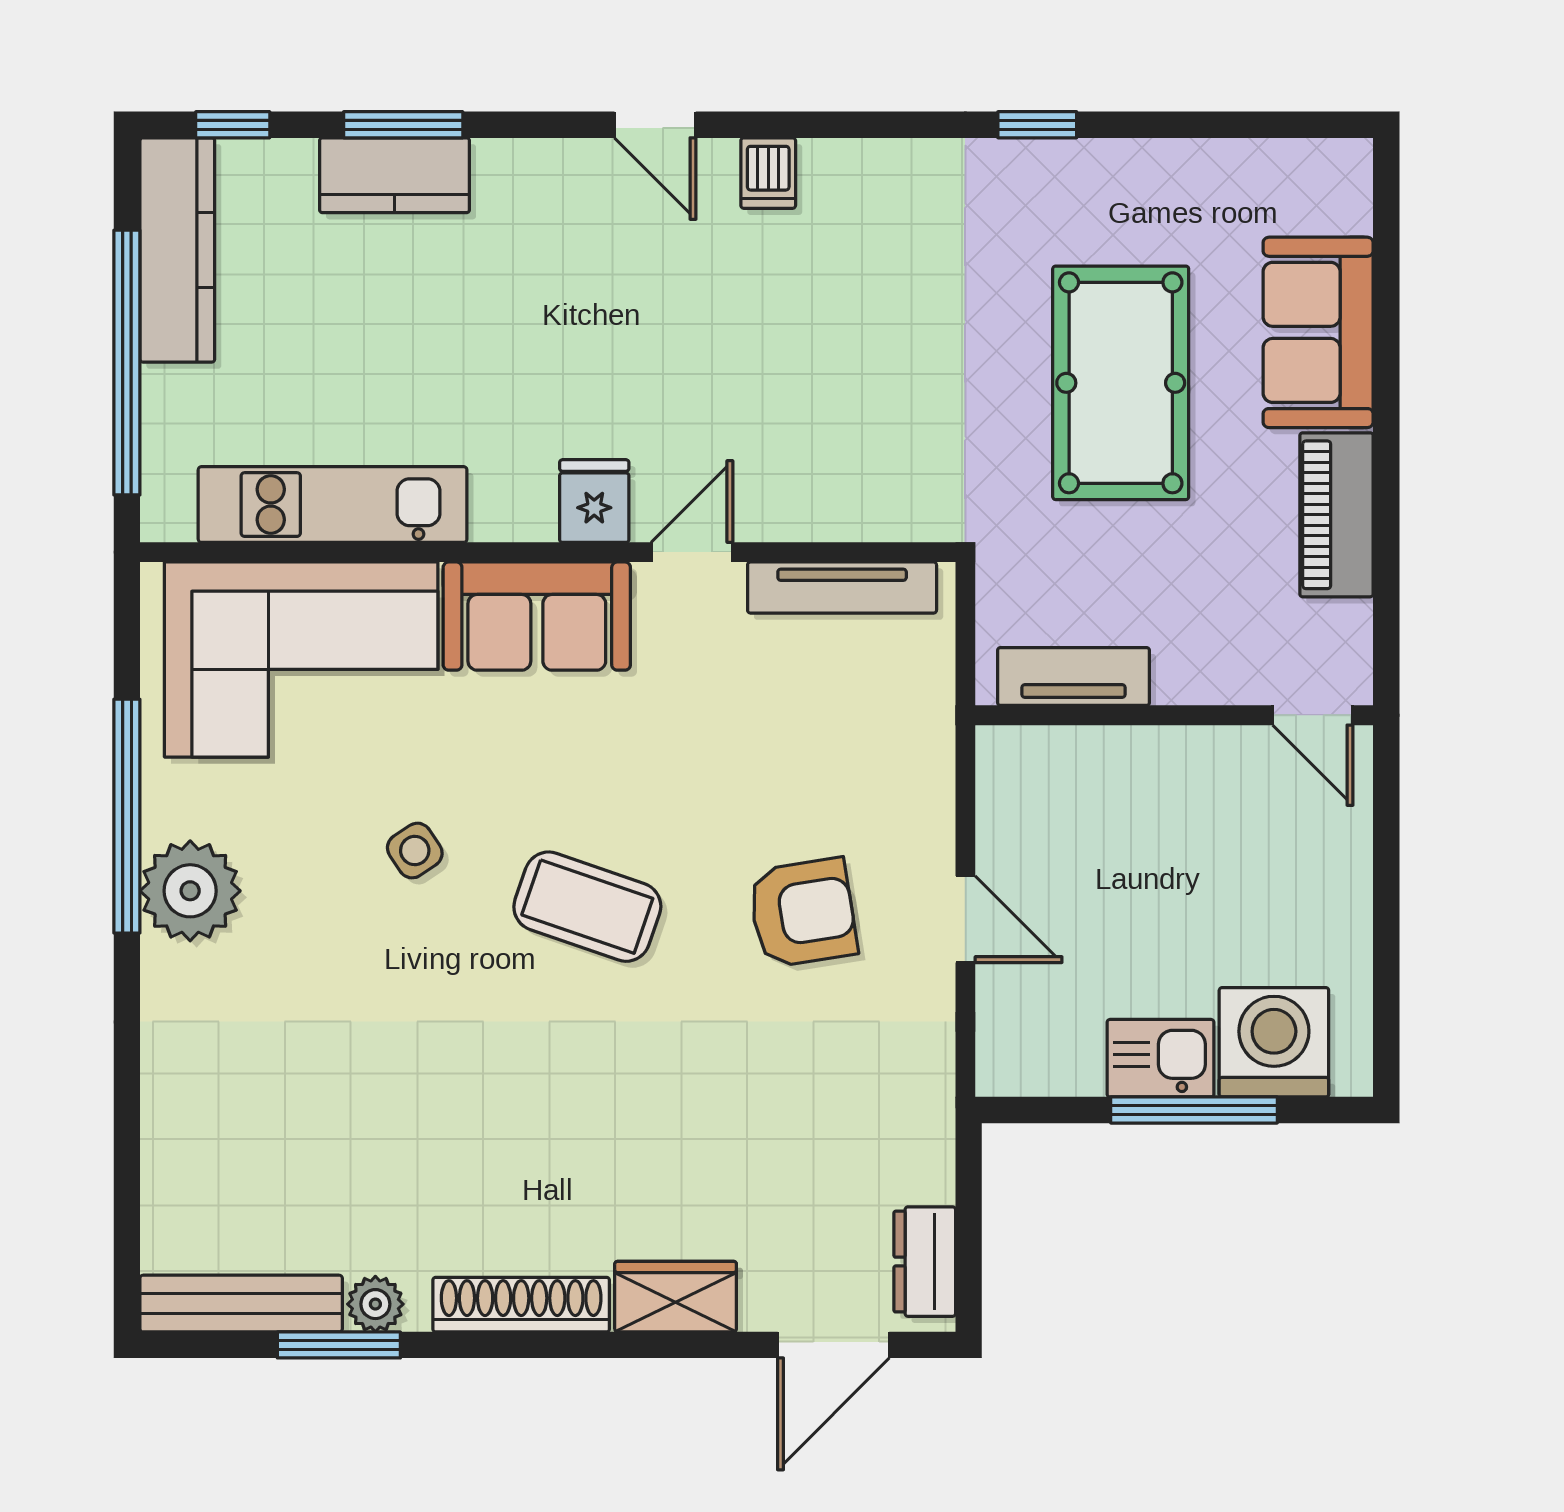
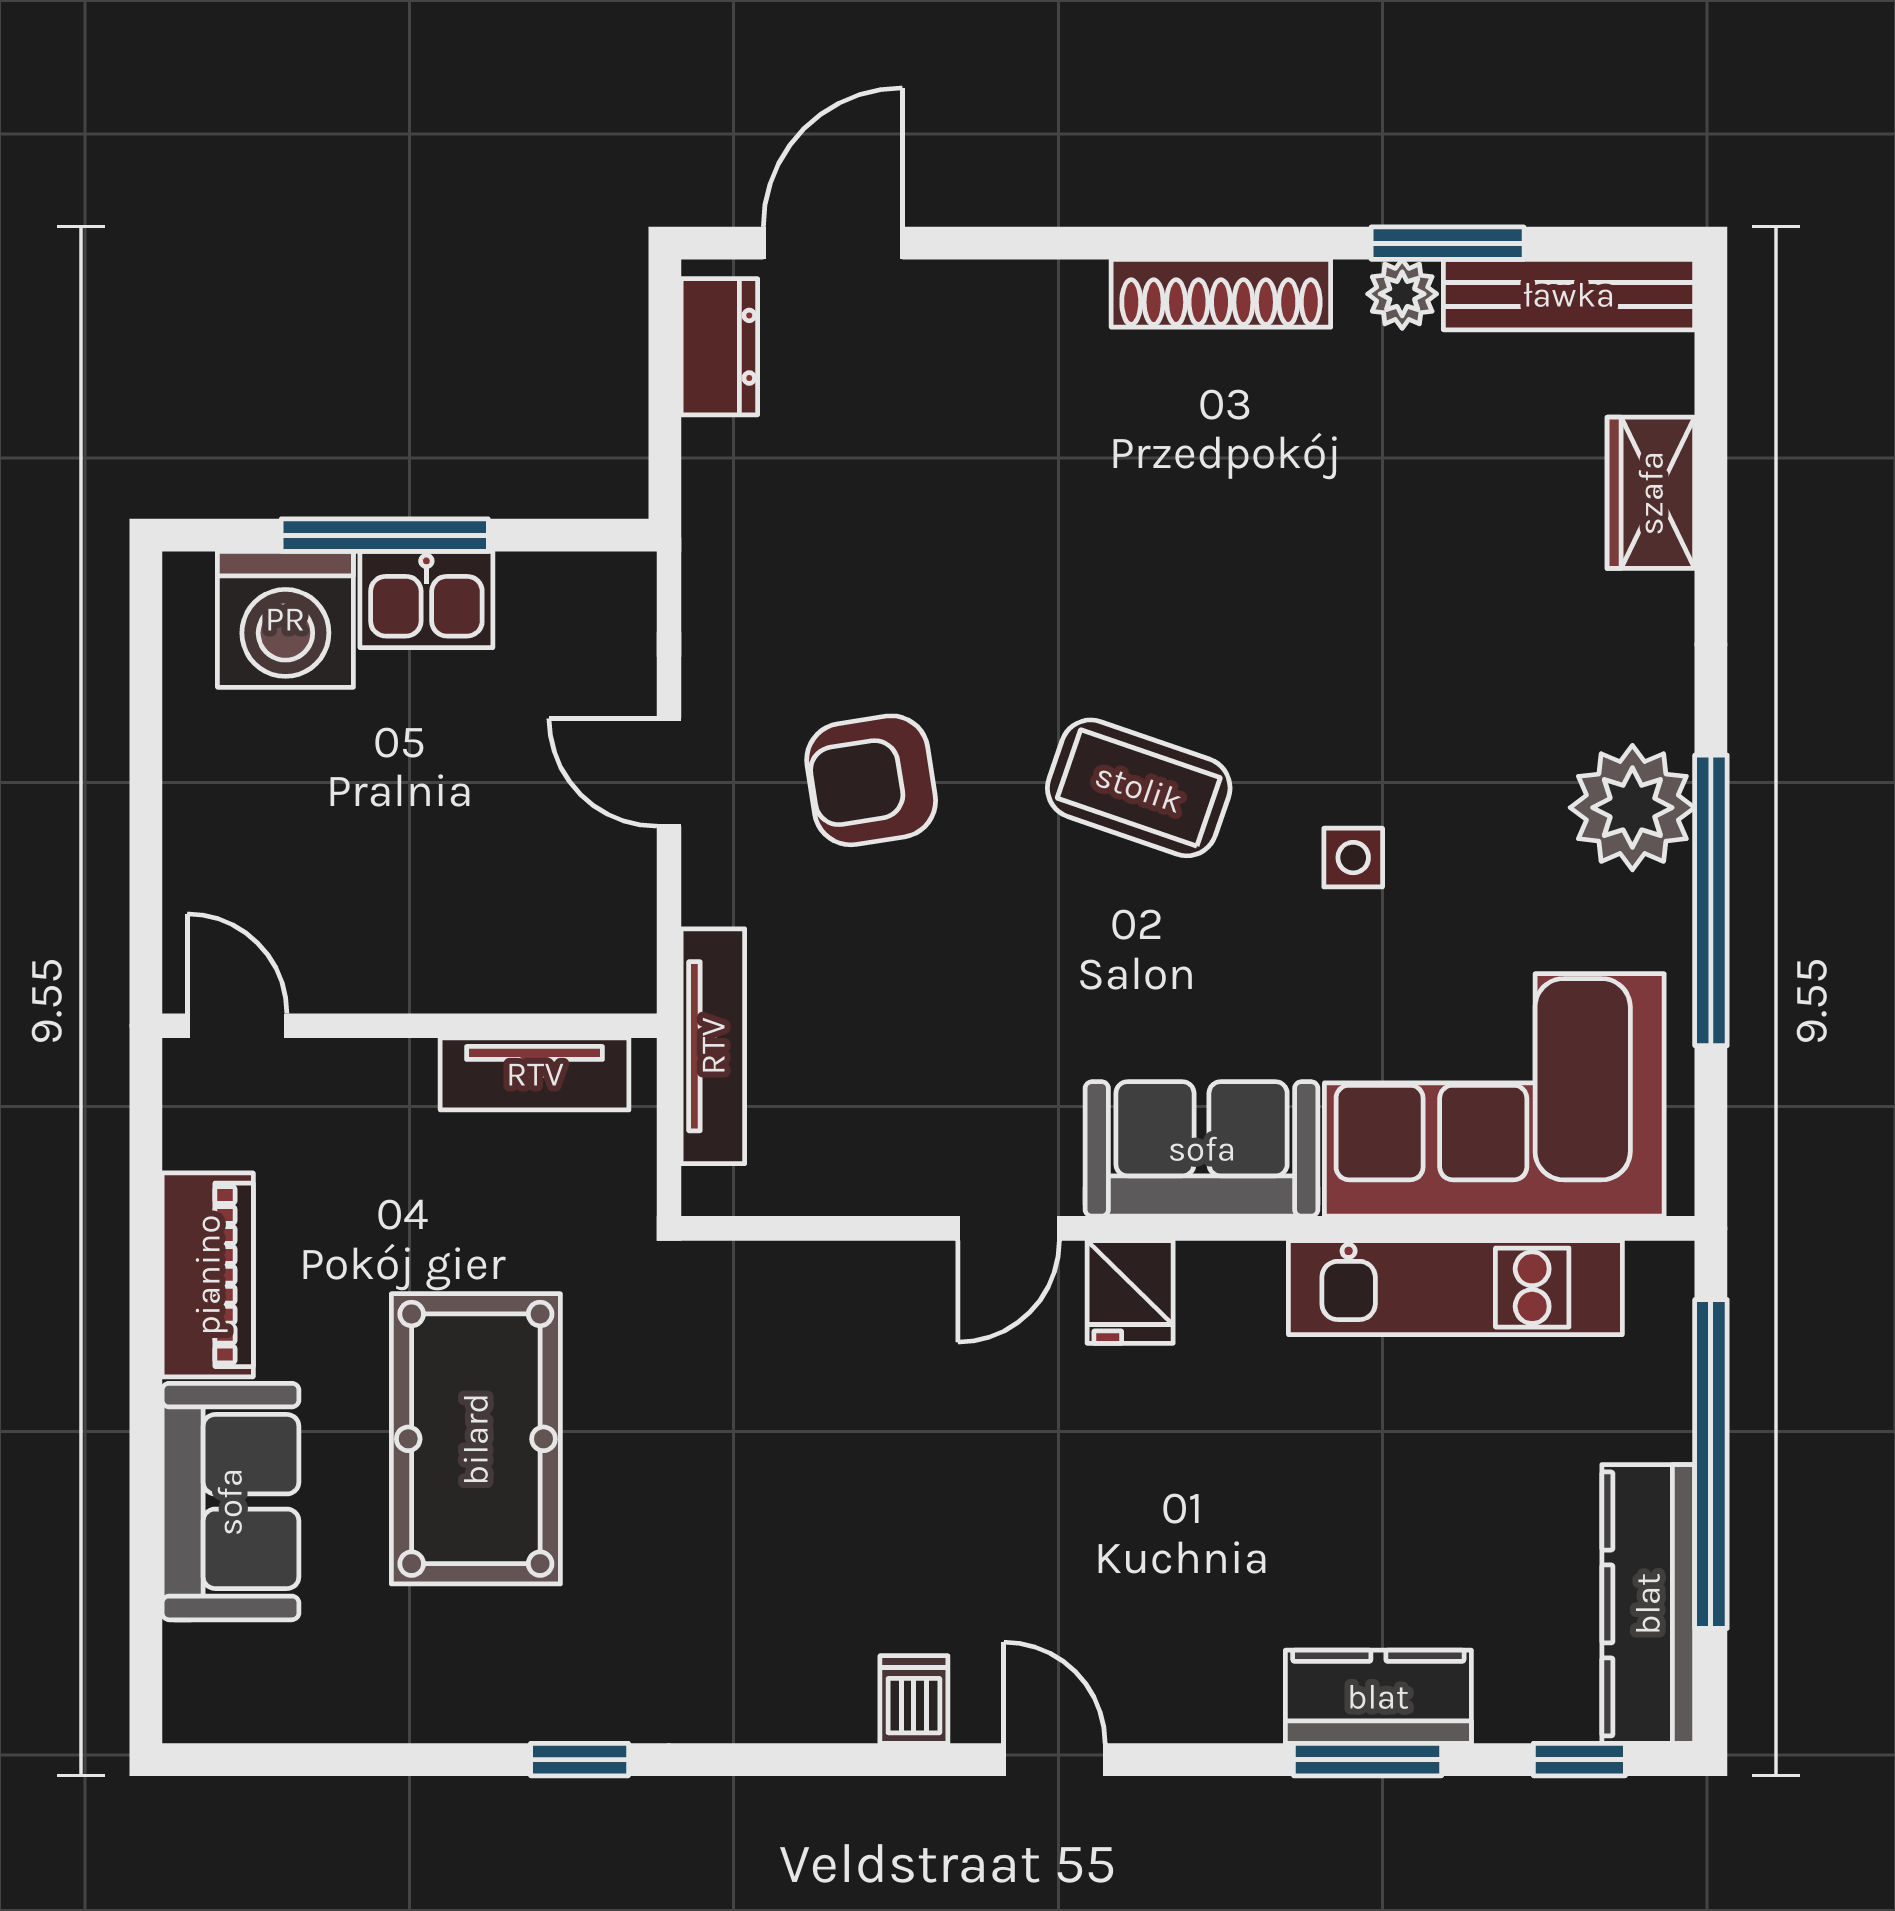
tv unit: (842, 588) -> (713, 1046), moved, turned 90
side table: (415, 851) -> (1353, 858), turned 34
wardrobe: (676, 1297) -> (1651, 493), moved, turned 90

